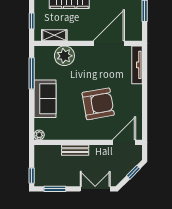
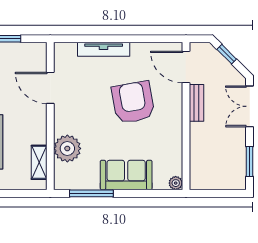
window: (32, 21) -> (20, 193), removed
door: (109, 43) -> (50, 88), width x0.73
tv unit: (137, 65) -> (104, 49), moved
bench: (75, 150) -> (197, 103), moved
window: (32, 176) -> (231, 193), removed

